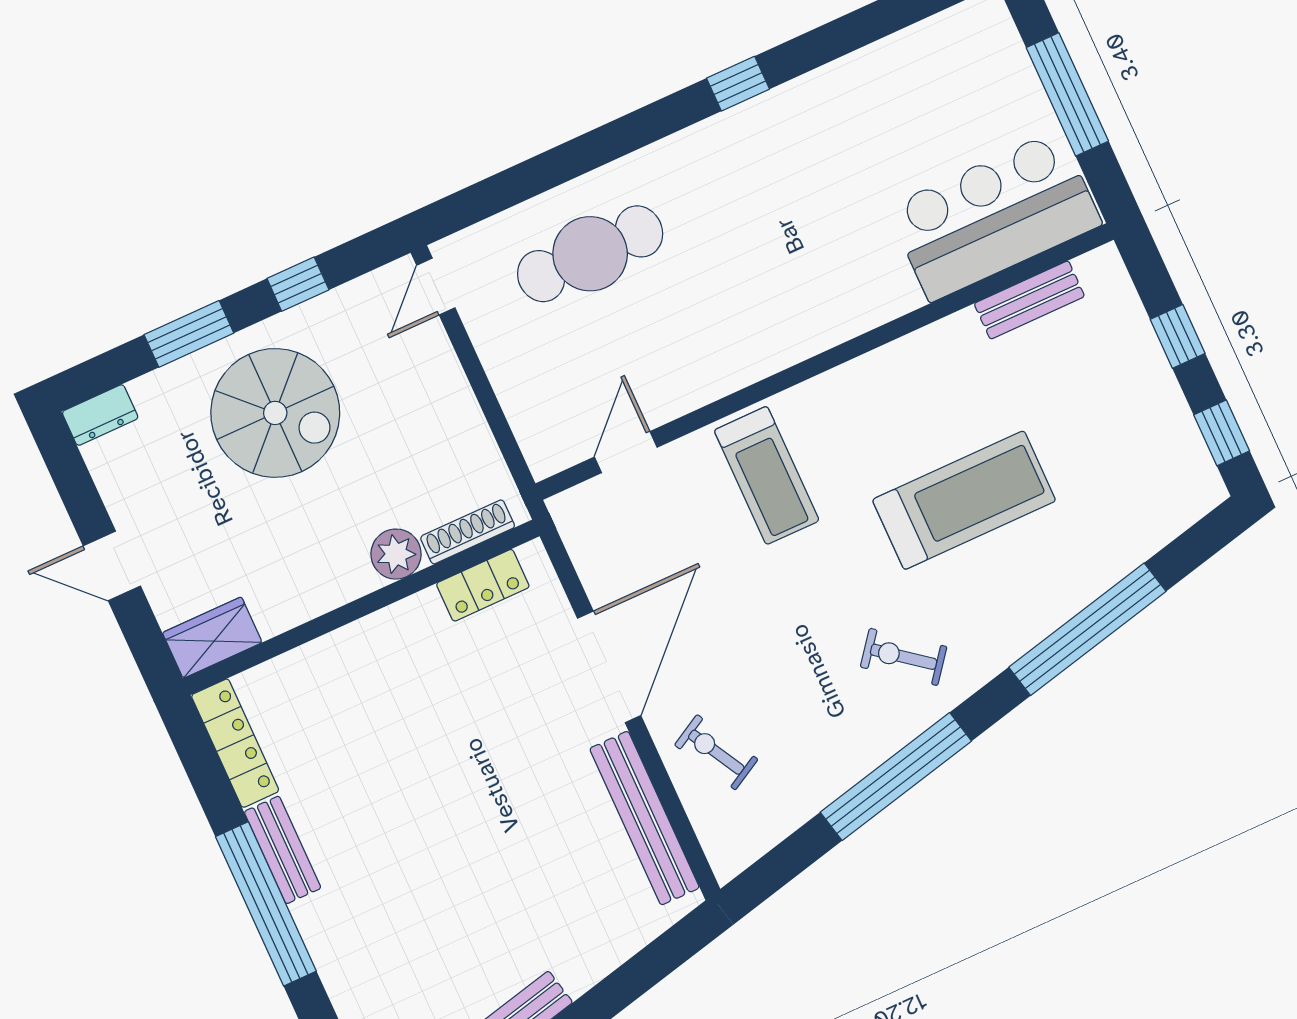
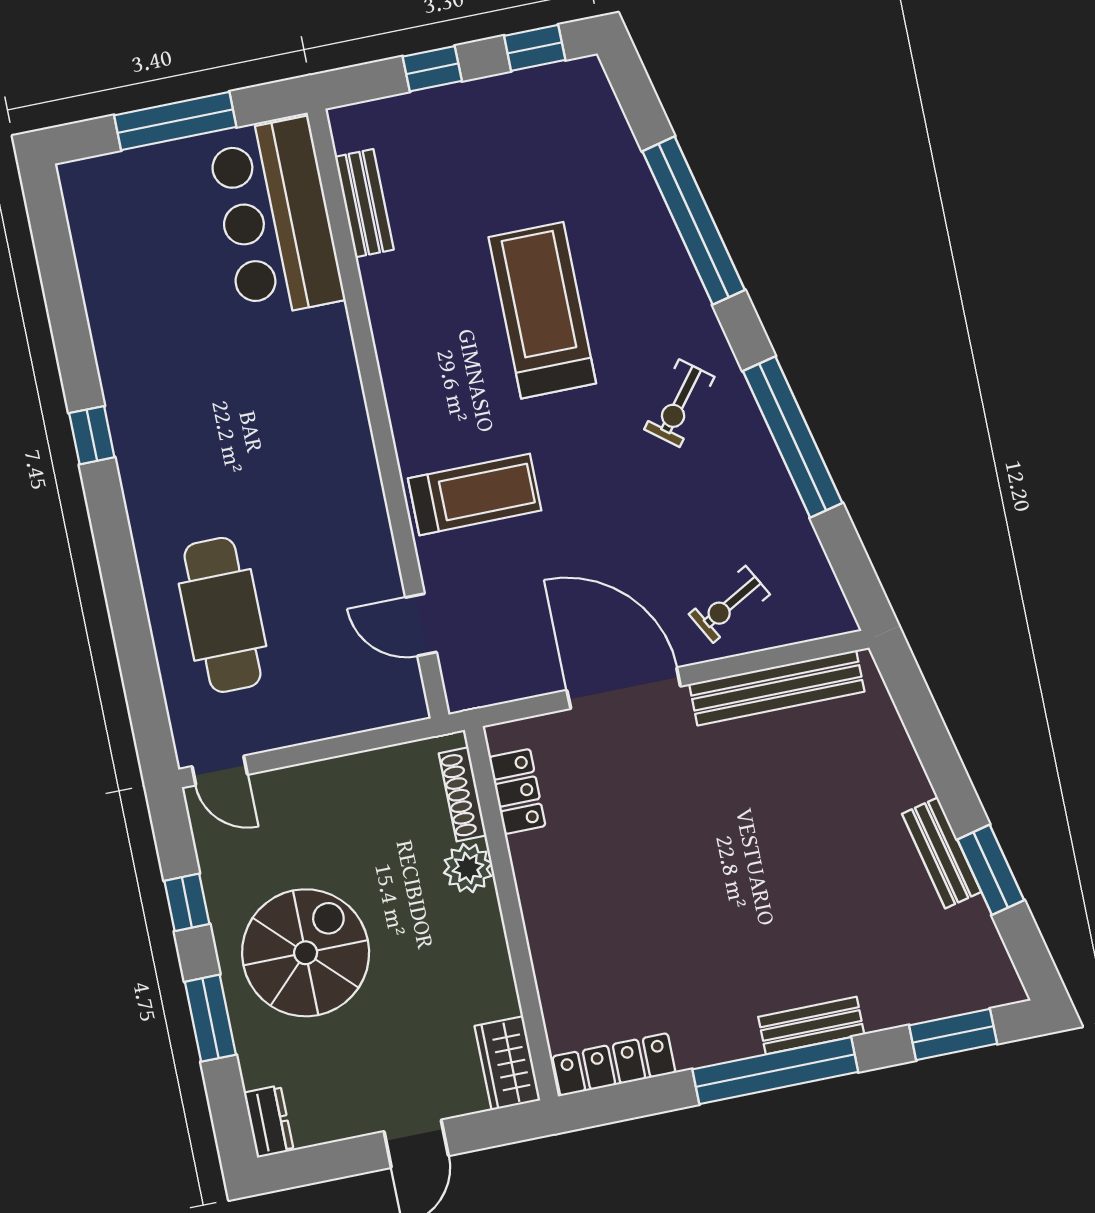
bench: (283, 850) -> (811, 1026), moved

